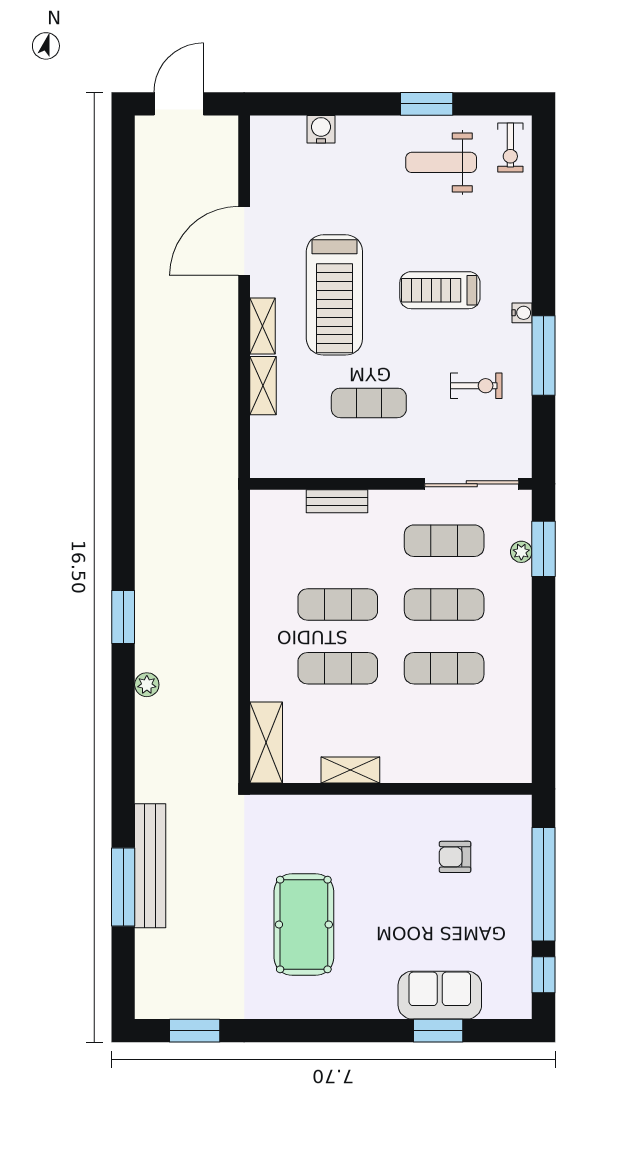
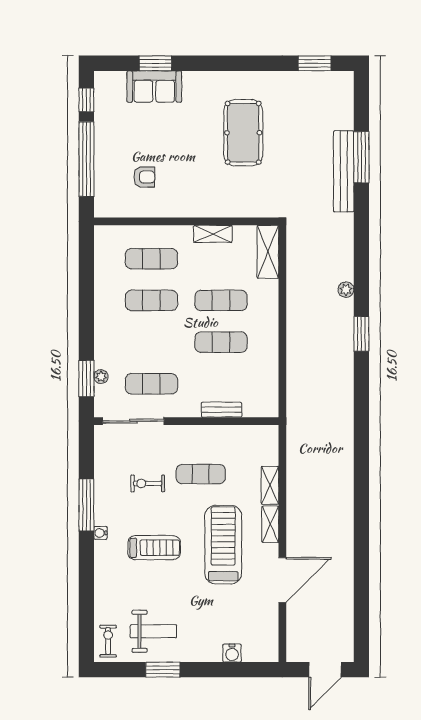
exercise bike: (476, 386) -> (148, 483), moved
exercise mat: (444, 604) -> (151, 259), moved

